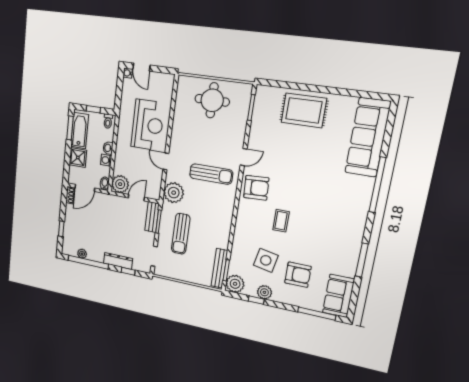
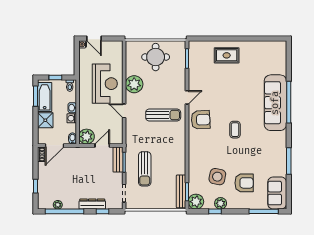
rug: (304, 110) -> (227, 55), width x0.73, depth x0.70
sofa: (368, 137) -> (275, 103), moved
plant: (174, 193) -> (134, 84), moved
coffee table: (281, 221) -> (235, 130), moved

